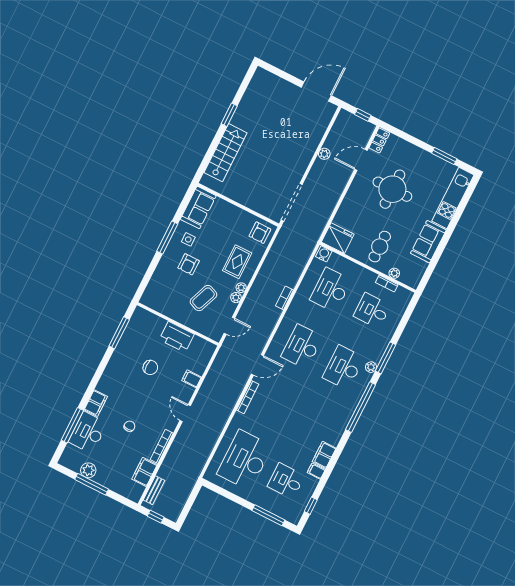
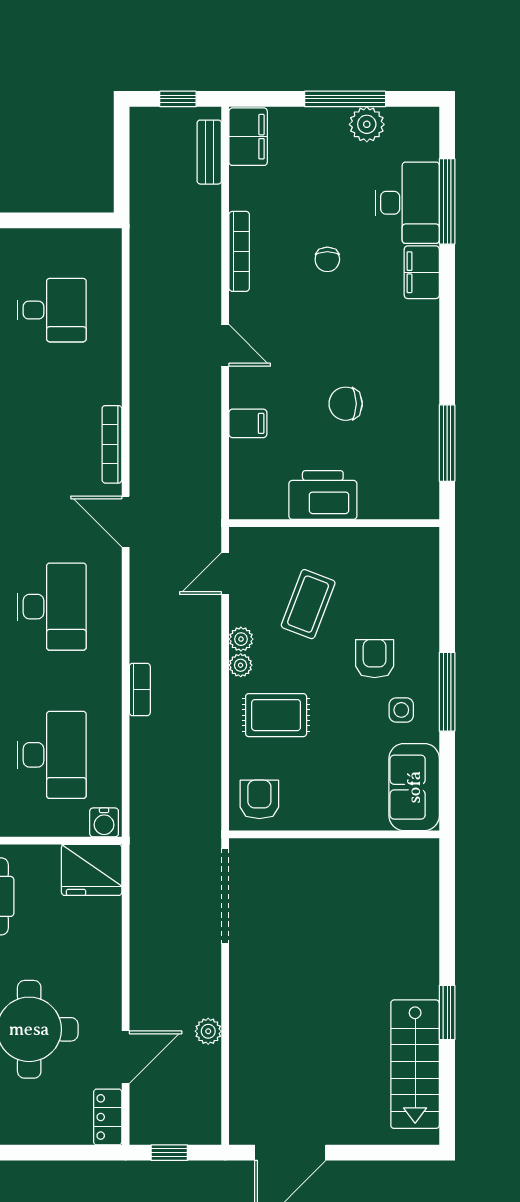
stairs: (226, 153) -> (415, 1064), moved
rug: (237, 262) -> (276, 715), turned 90
door: (257, 365) -> (126, 522), hinge flipped
desk: (245, 460) -> (52, 310), width x0.53, depth x0.77
filing cabinet: (144, 472) -> (248, 137), moved

